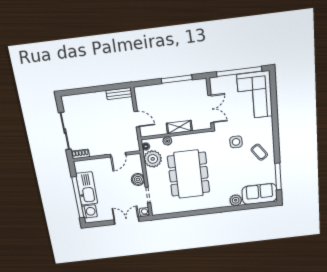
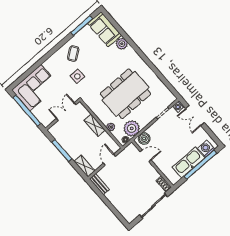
shelving: (147, 91) -> (84, 166), added
boiler: (138, 180) -> (144, 138), moved

